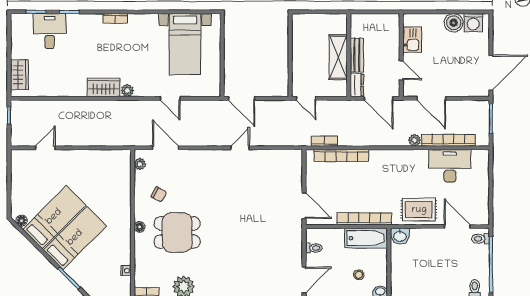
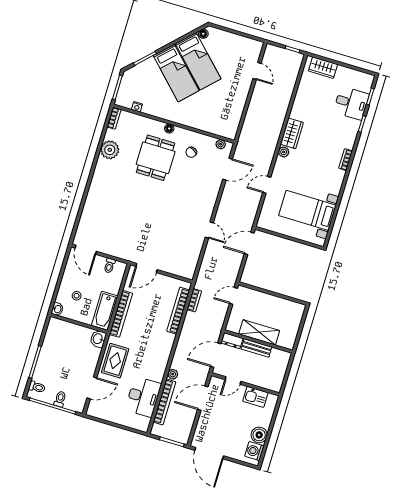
toilet: (480, 239) -> (60, 399), moved

